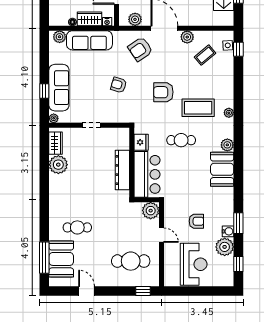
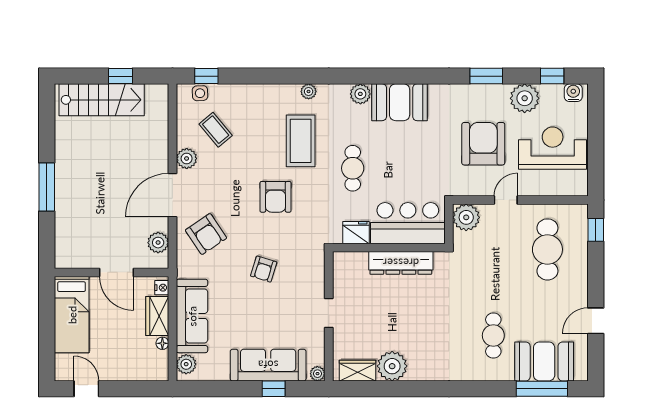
armchair: (196, 221) -> (483, 144), width x1.88, depth x1.88
water cooler: (228, 231) -> (573, 93), moved

